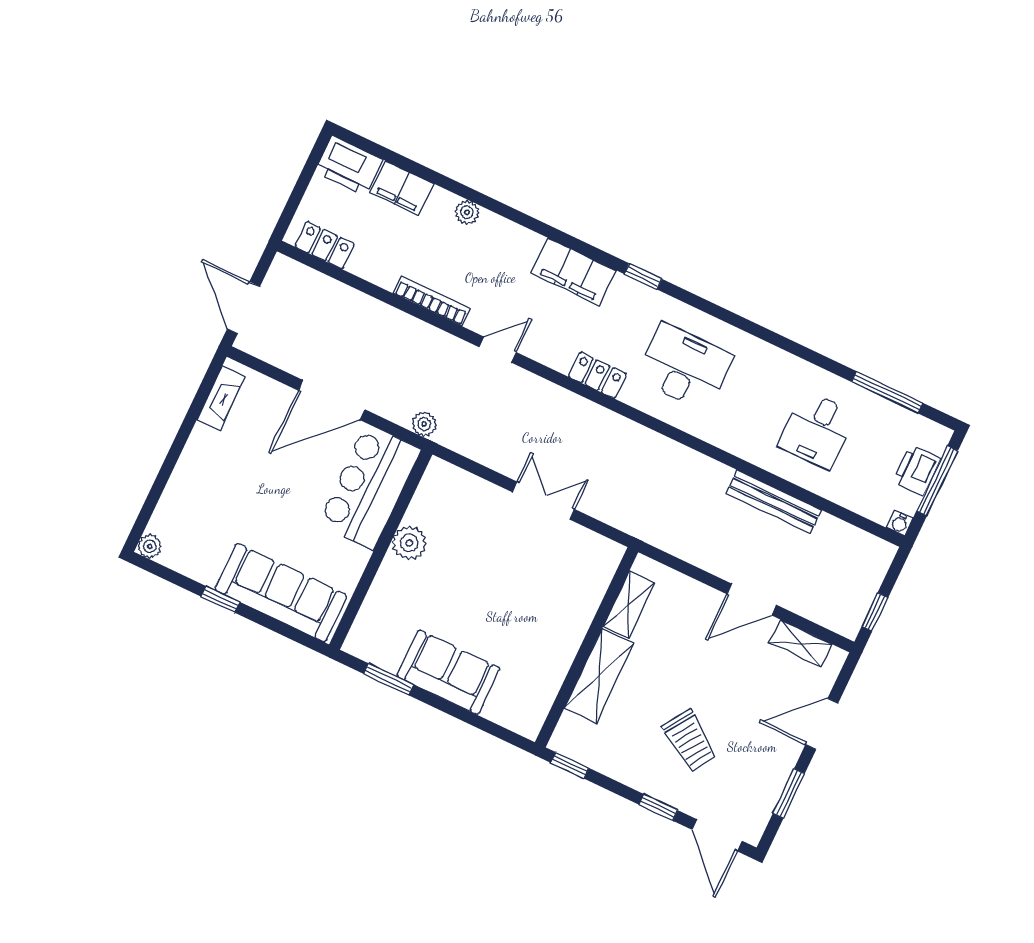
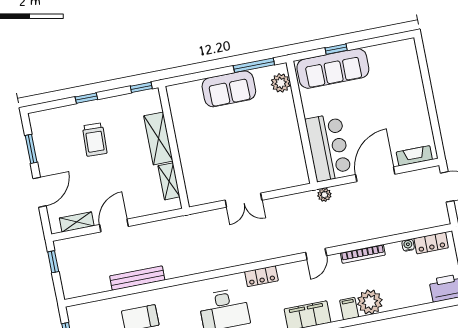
filing cabinet: (402, 188) -> (349, 309), moved, width x0.50
plant: (467, 212) -> (370, 302), width x1.87, depth x1.87
fireplace: (221, 398) -> (414, 156), moved, turned 90
water cooler: (900, 523) -> (408, 245), moved
plant: (409, 543) -> (281, 83), moved
plant: (150, 546) -> (409, 45), removed
window: (220, 599) -> (336, 49), moved
window: (388, 679) -> (254, 65), width x1.44
trolley: (690, 741) -> (95, 140), turned -122
door: (717, 835) -> (50, 105), removed

